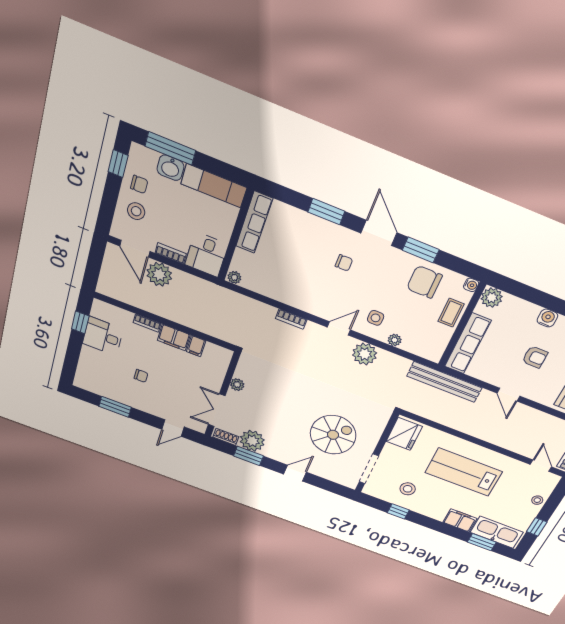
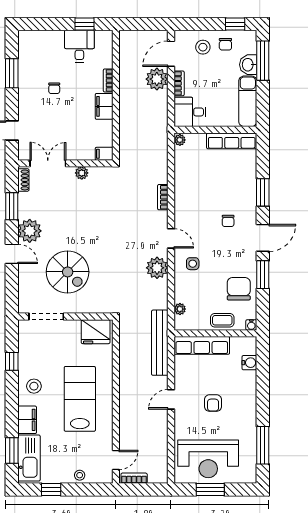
plant: (492, 298) -> (248, 345), removed
water cooler: (547, 318) -> (249, 363), moved
plant: (395, 340) -> (180, 309), moved
filing cabinet: (196, 346) -> (104, 154), moved
plant: (252, 441) -> (30, 231), moved
stool: (408, 489) -> (34, 386), moved

